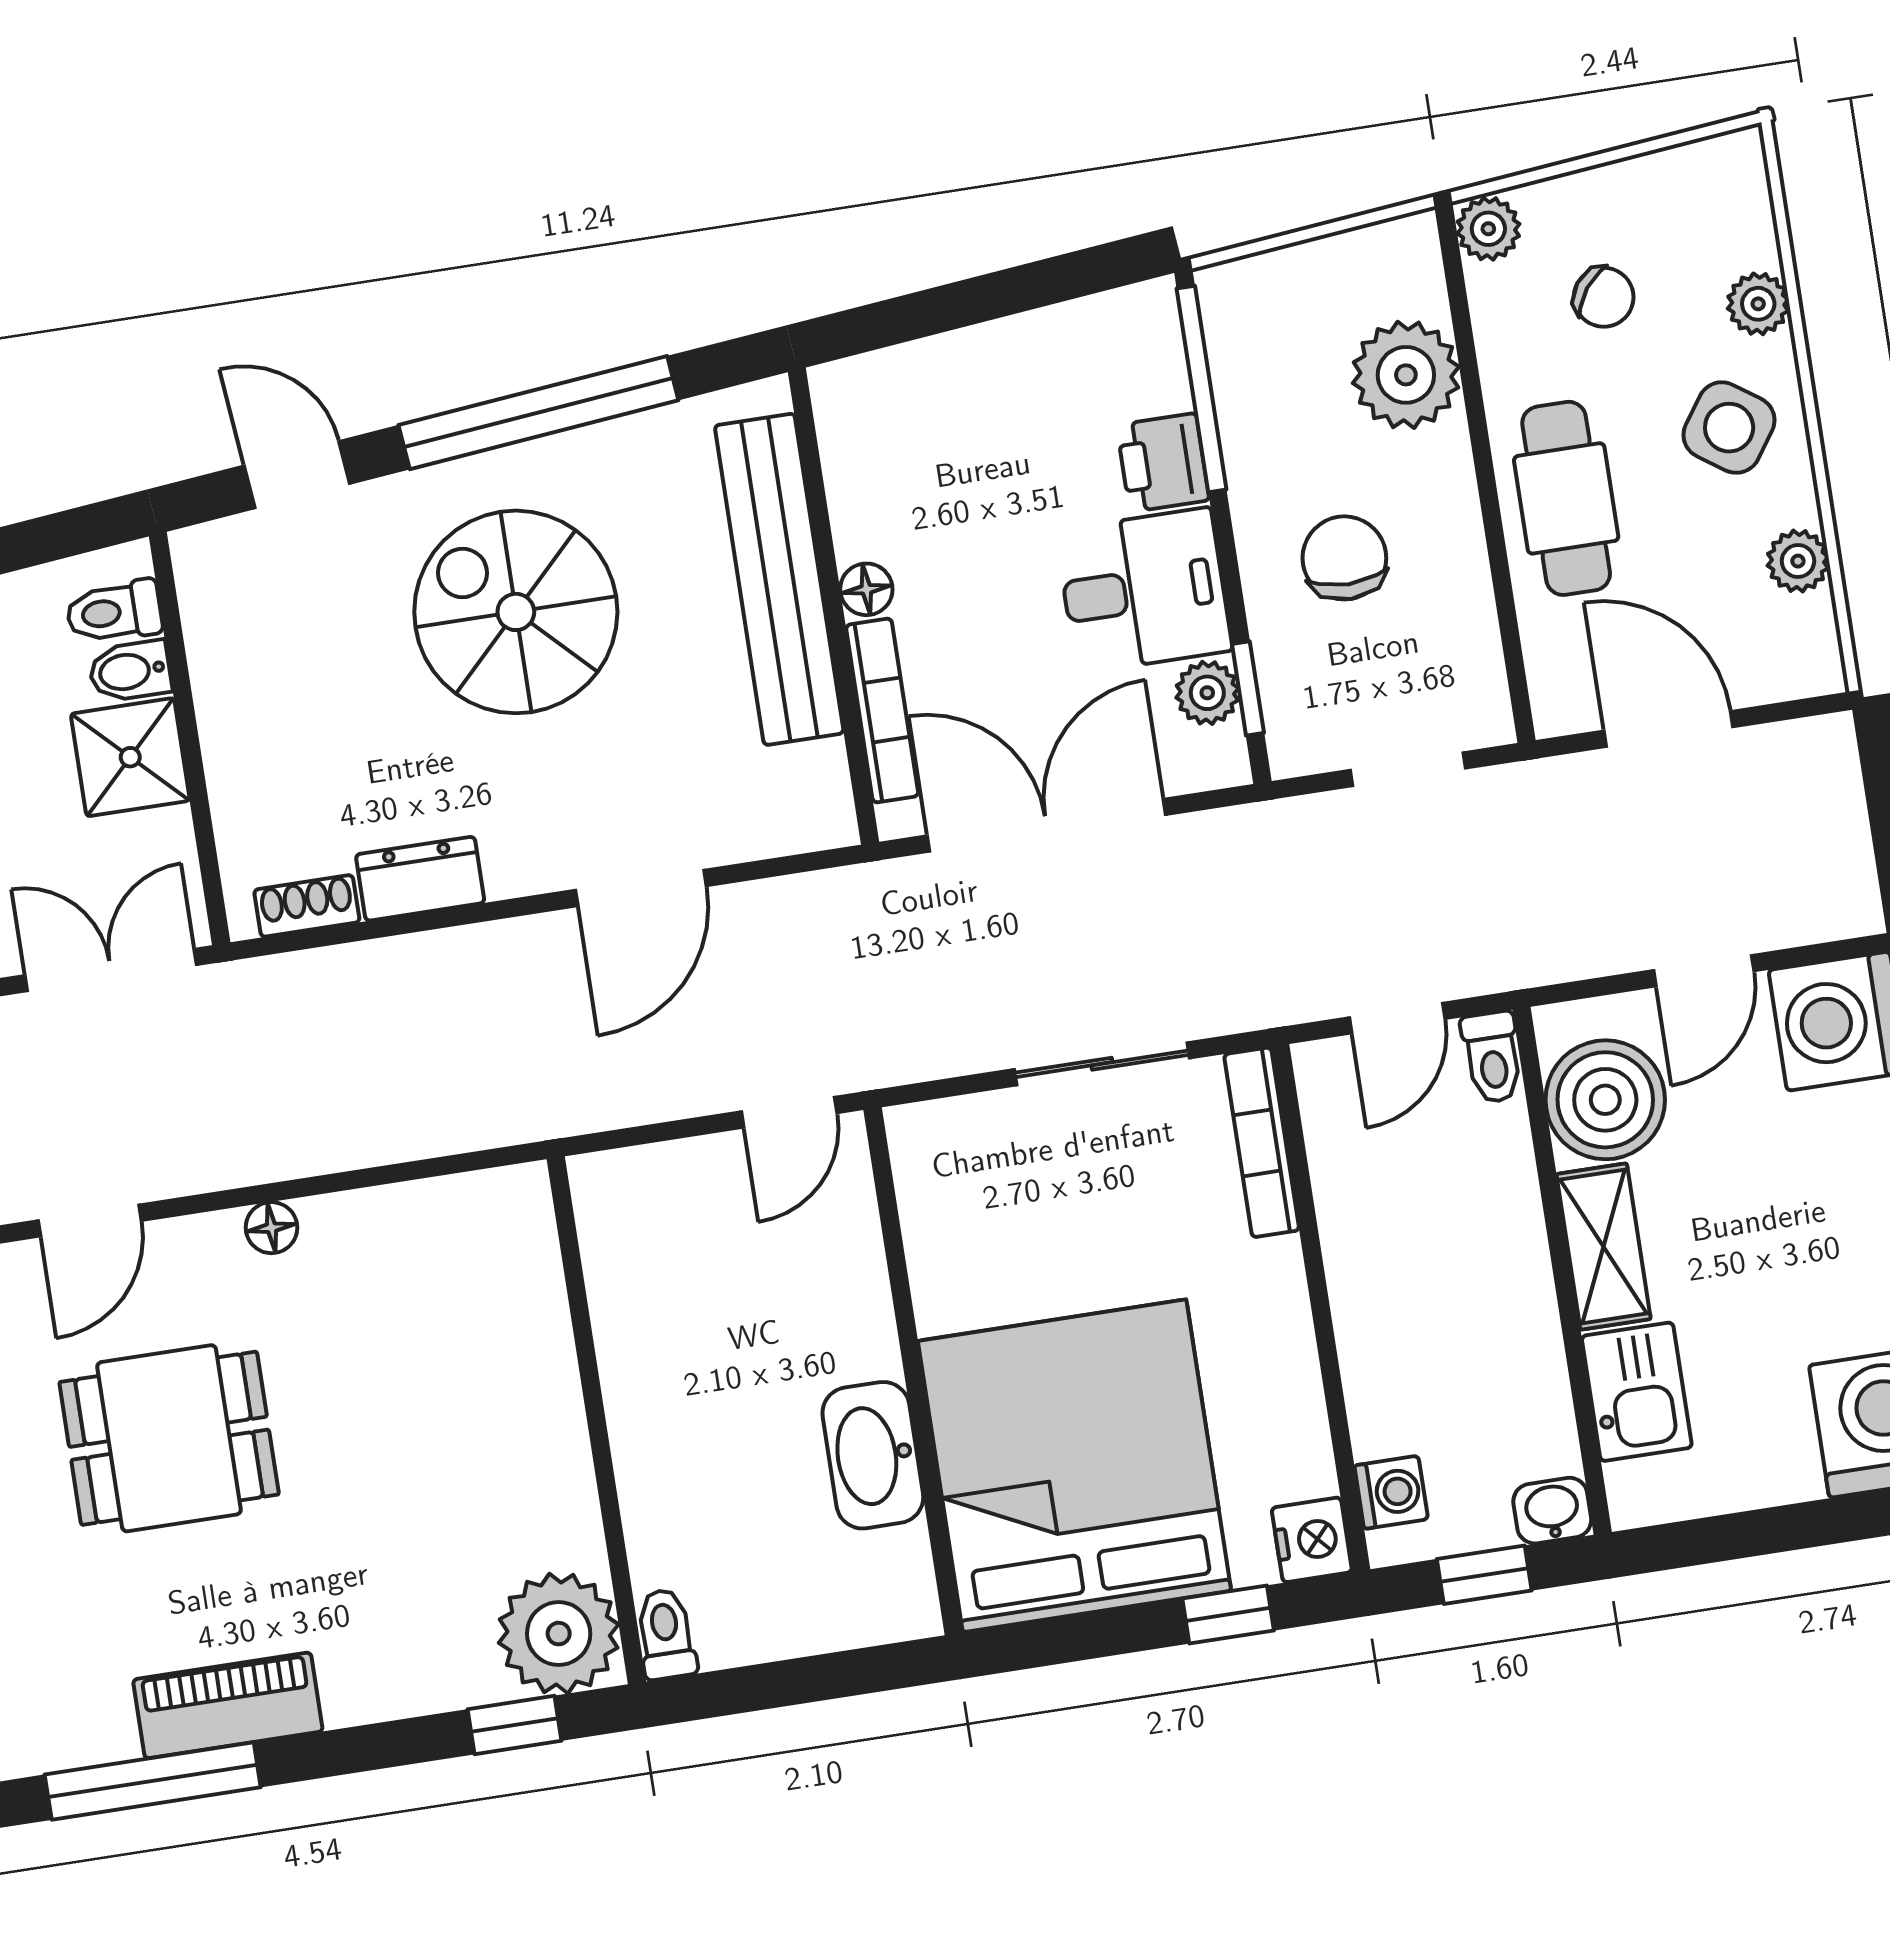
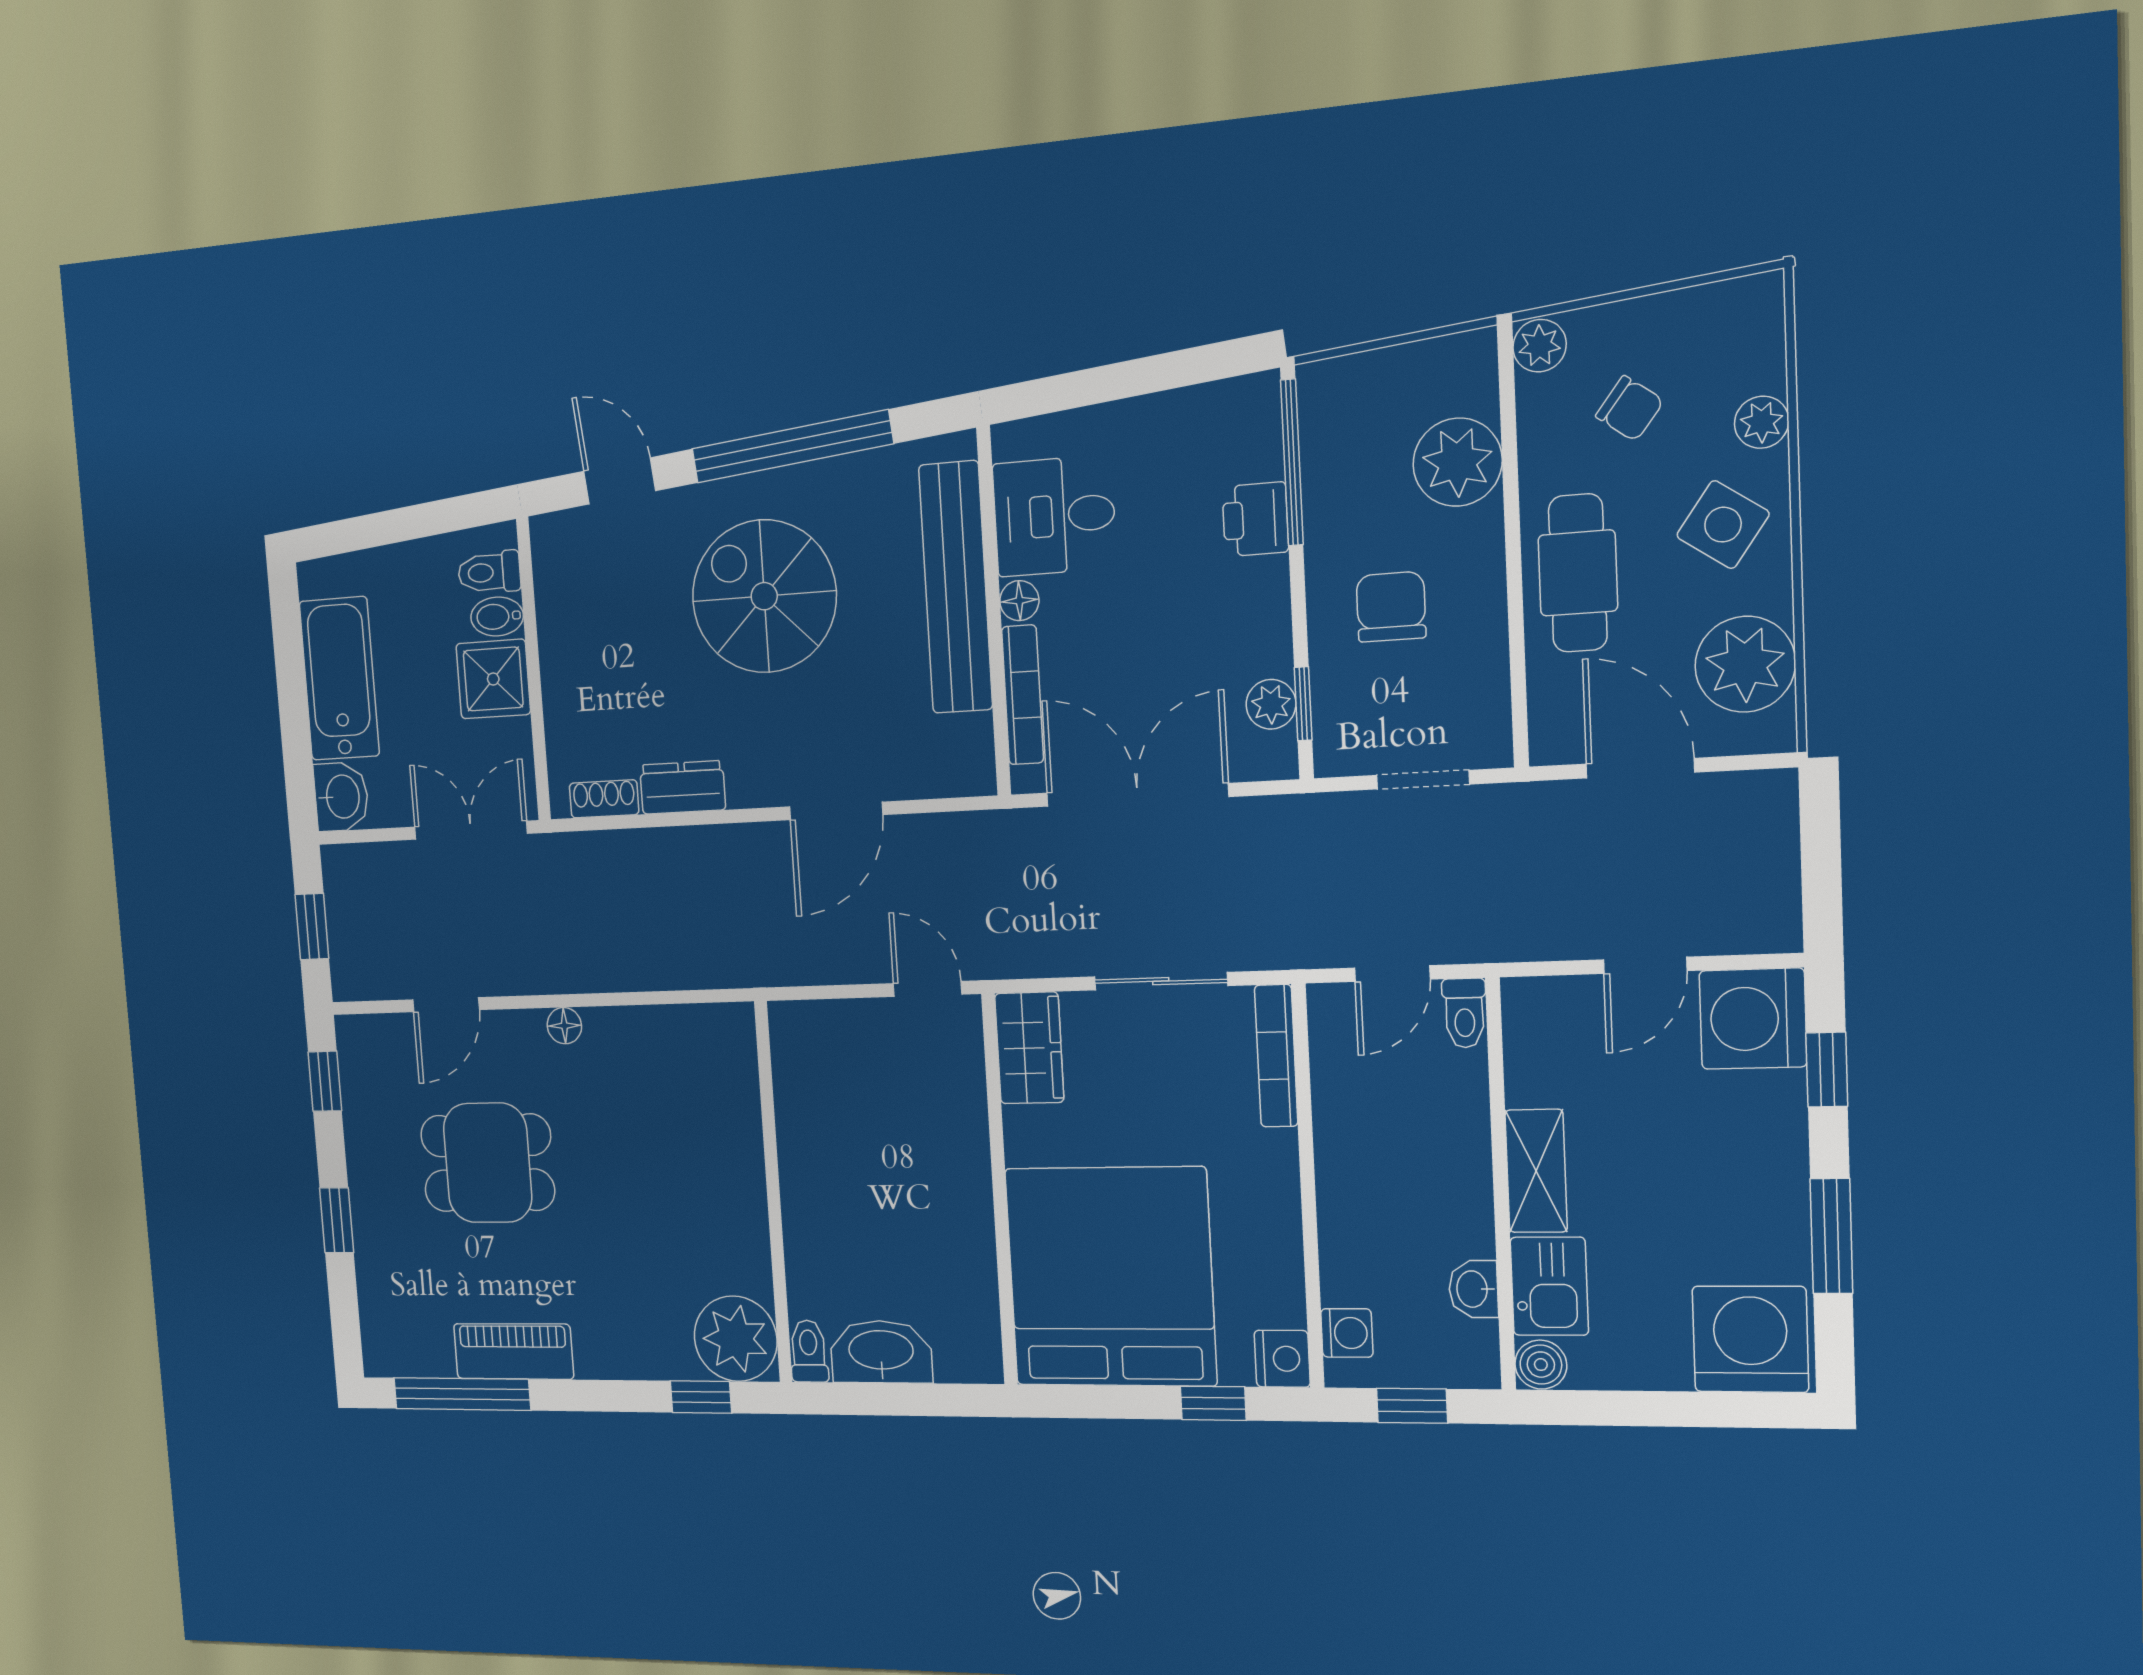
plant: (1798, 561) -> (1745, 664), width x1.88, depth x1.88
desk: (1144, 591) -> (1054, 516), moved, turned 180
boiler: (1605, 1100) -> (1541, 1365), moved, width x0.54, depth x0.54
door: (789, 1112) -> (927, 989), swing flipped
wardrobe: (935, 1174) -> (1029, 1048), added
washbasin: (873, 1455) -> (881, 1352), moved, turned 90
washbasin: (1552, 1511) -> (1473, 1289), moved, turned -90

